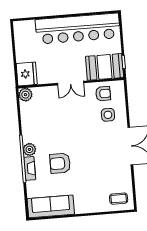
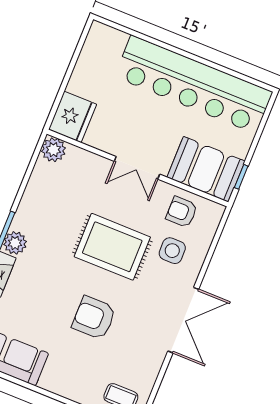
armchair: (103, 94) -> (182, 212), turned 180
rug: (78, 128) -> (112, 247), added
armchair: (60, 163) -> (94, 318), moved

